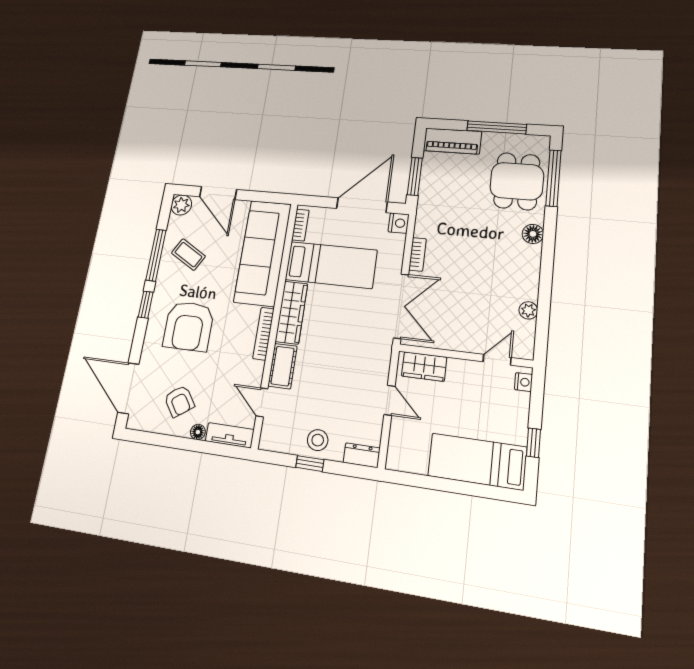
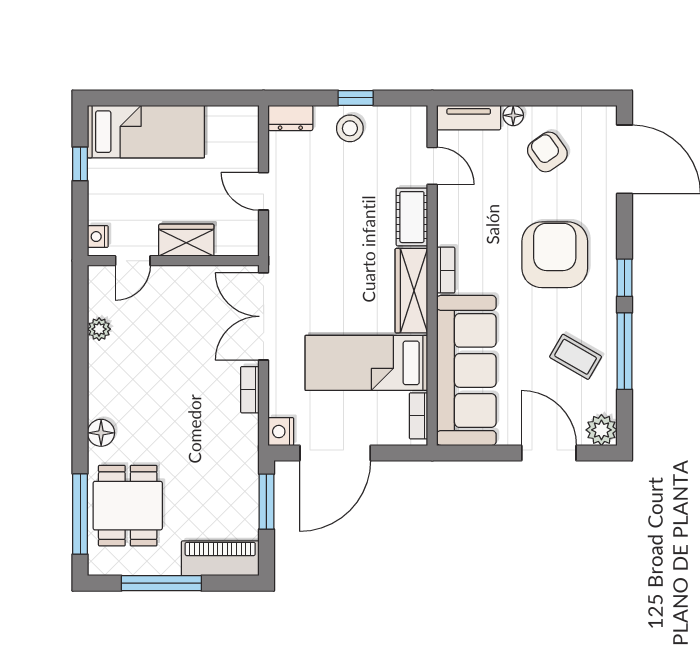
bookcase: (263, 334) -> (446, 270), width x0.64
wardrobe: (424, 367) -> (186, 240), moved

